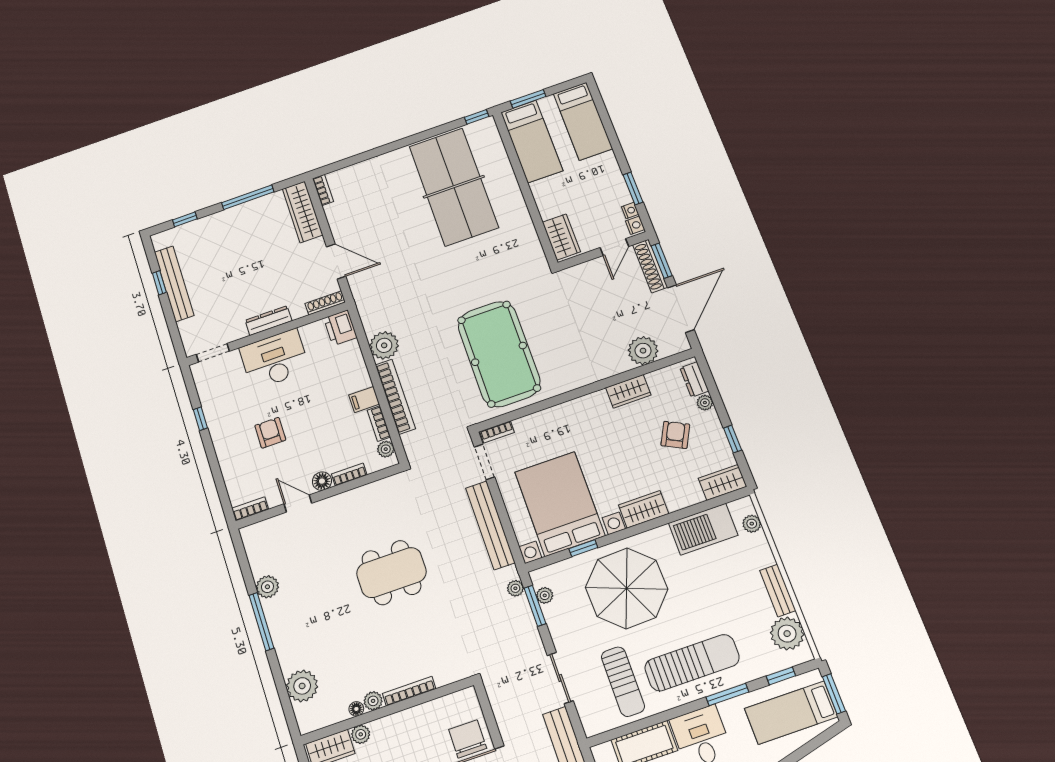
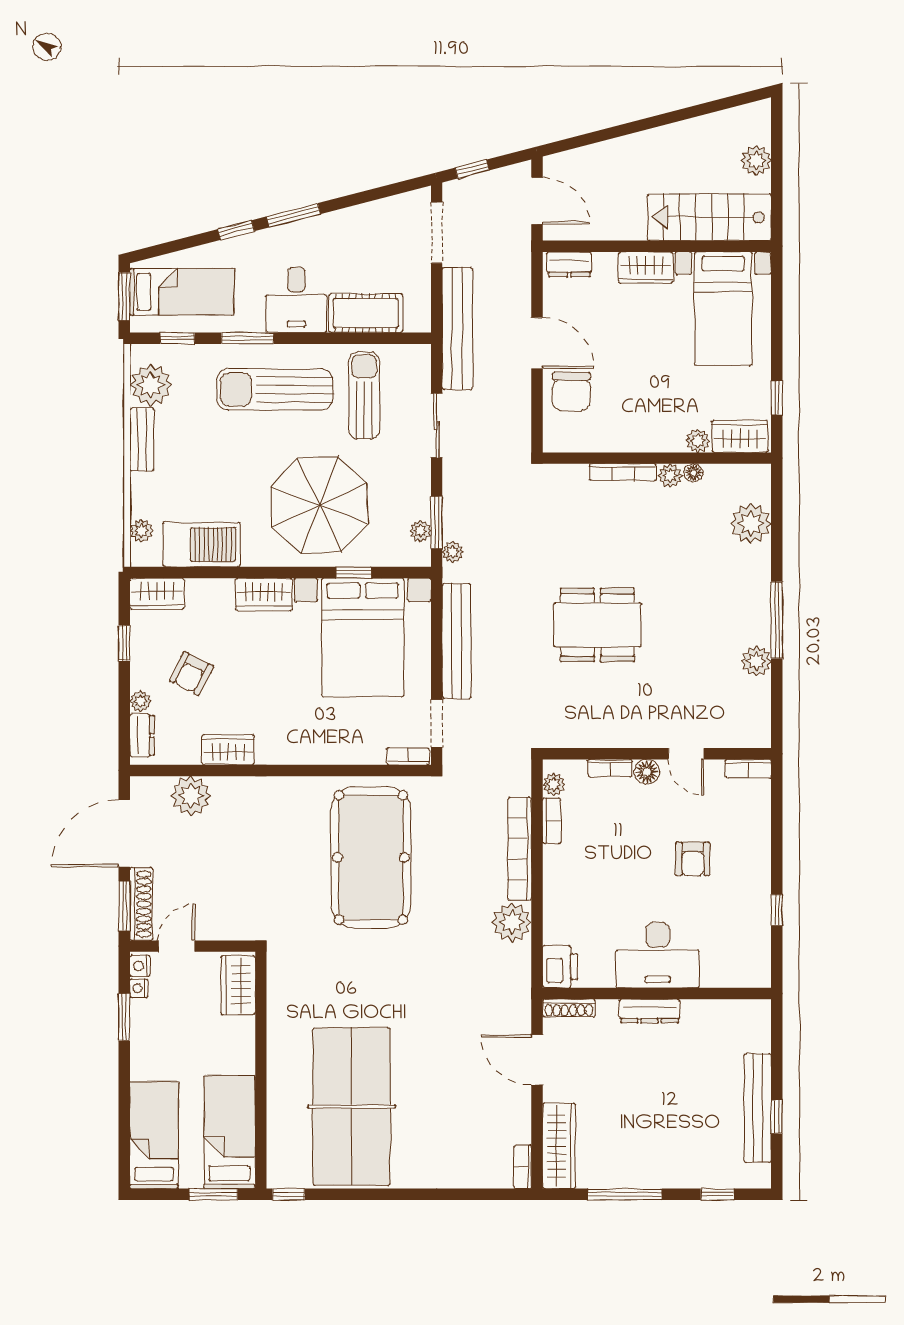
doorway: (213, 353) -> (735, 994), removed
filing cabinet: (364, 400) -> (560, 859), removed

